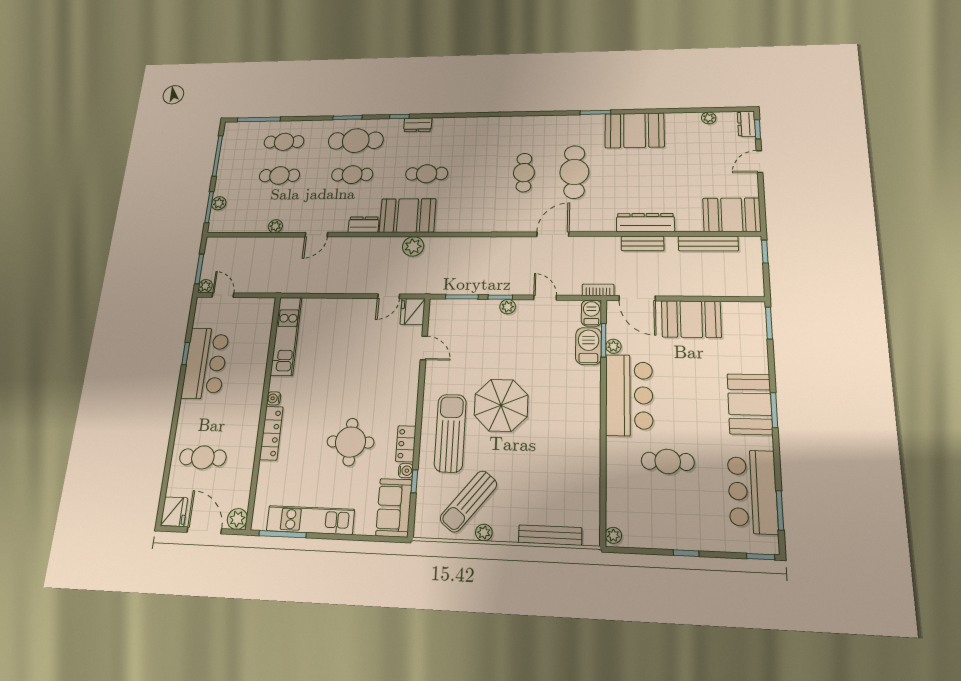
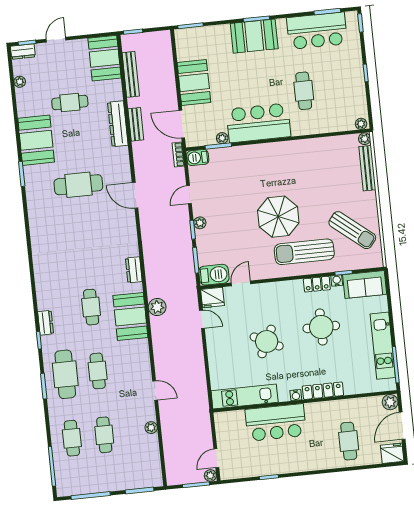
door: (759, 162) -> (56, 40), swing flipped
cafe table: (524, 173) -> (70, 103), moved
plant: (219, 203) -> (135, 483), removed
dresser: (364, 225) -> (134, 270), moved
door: (637, 298) -> (182, 124), swing flipped
barbecue: (588, 346) -> (214, 275), moved, turned 180
bar counter: (205, 363) -> (276, 422), moved, turned 180
round table: (346, 371) -> (267, 341), added
plant: (484, 533) -> (365, 139), moved

